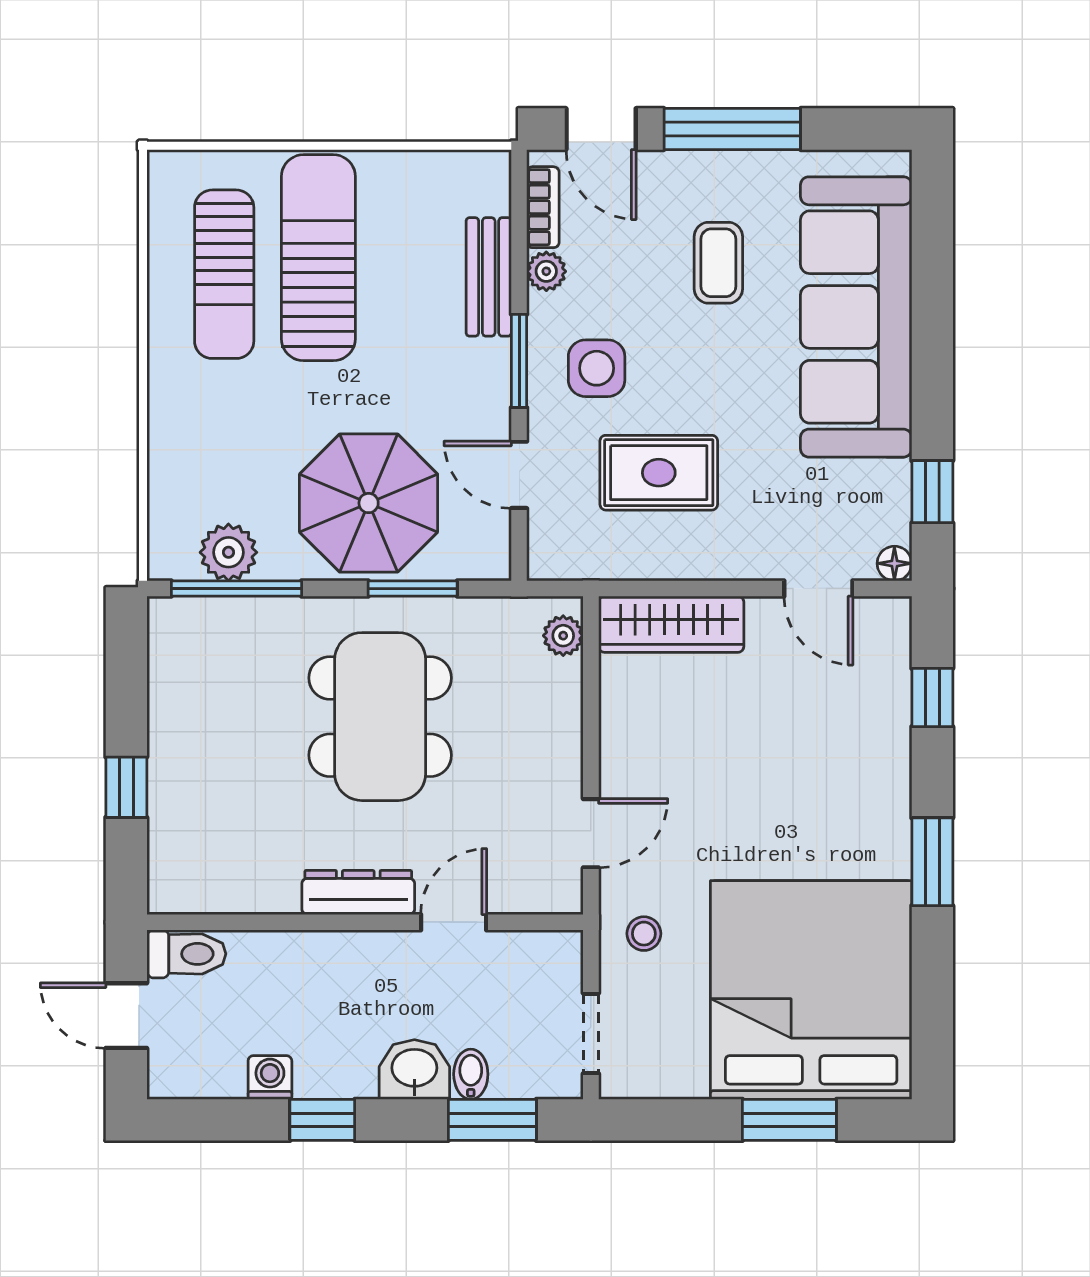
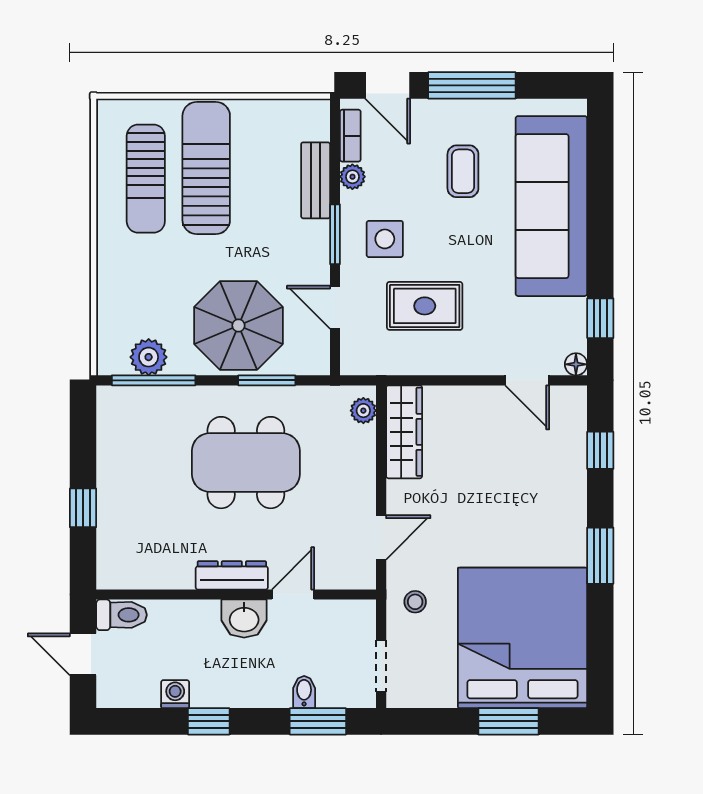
wardrobe: (671, 624) -> (404, 432), moved, turned -90
dining table: (380, 717) -> (246, 463), turned 90
washbasin: (414, 1070) -> (244, 619), moved, turned 180

